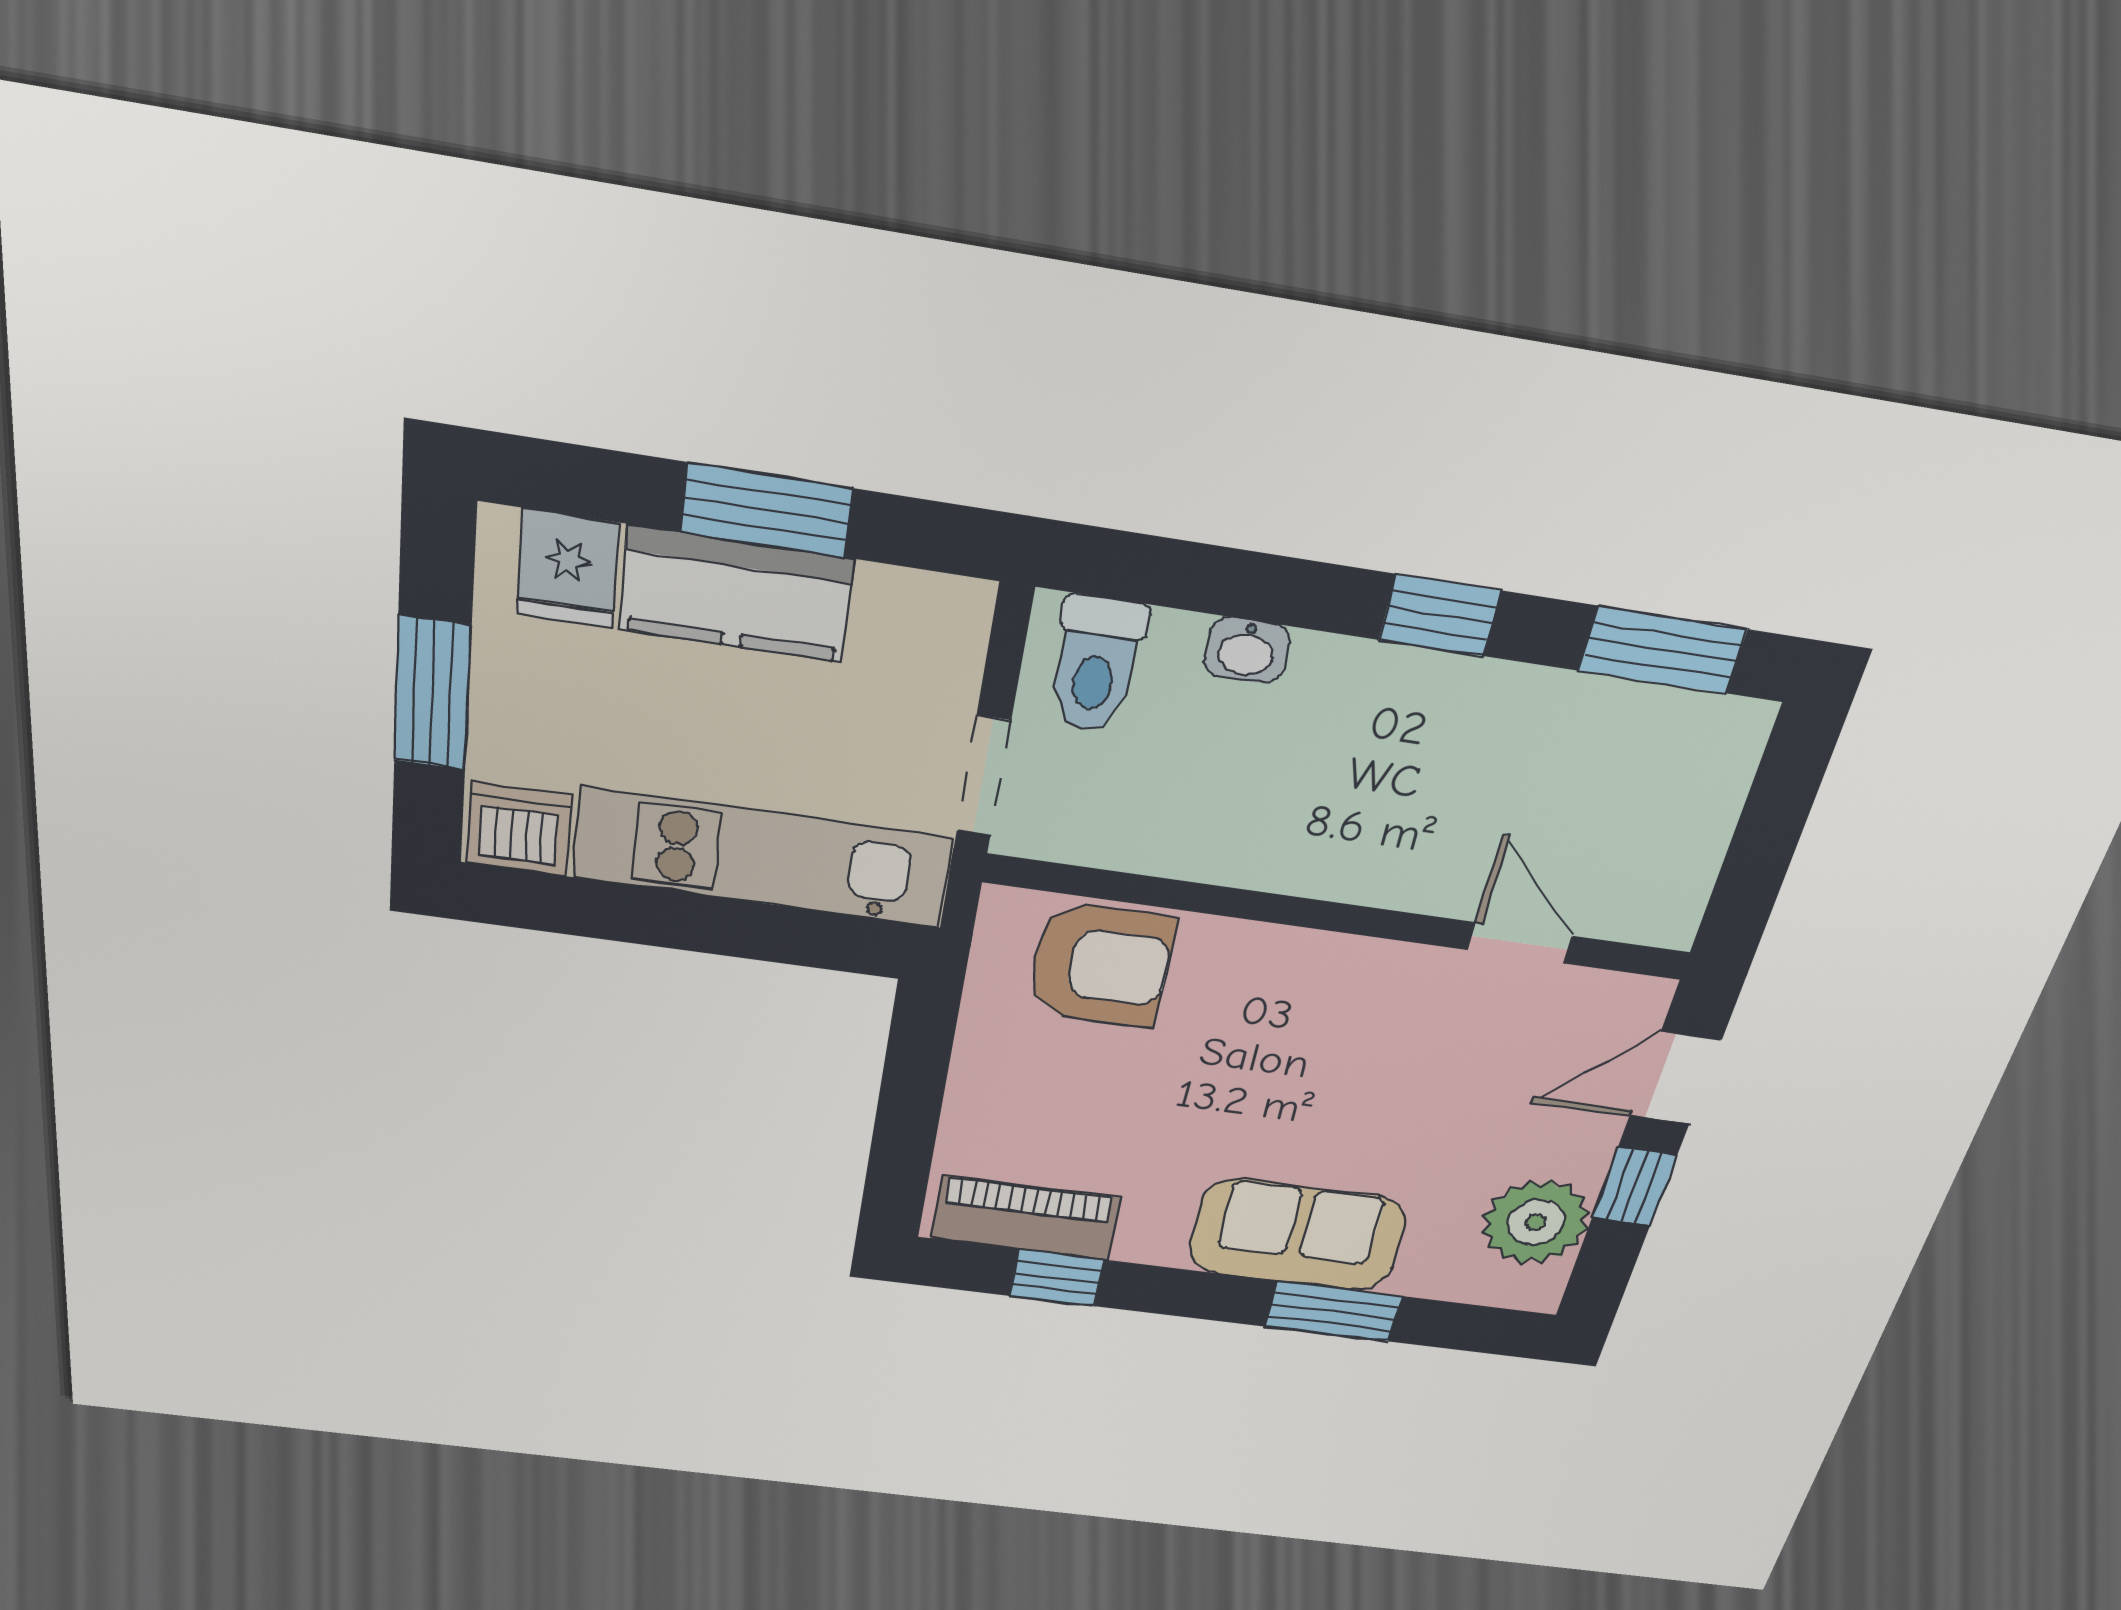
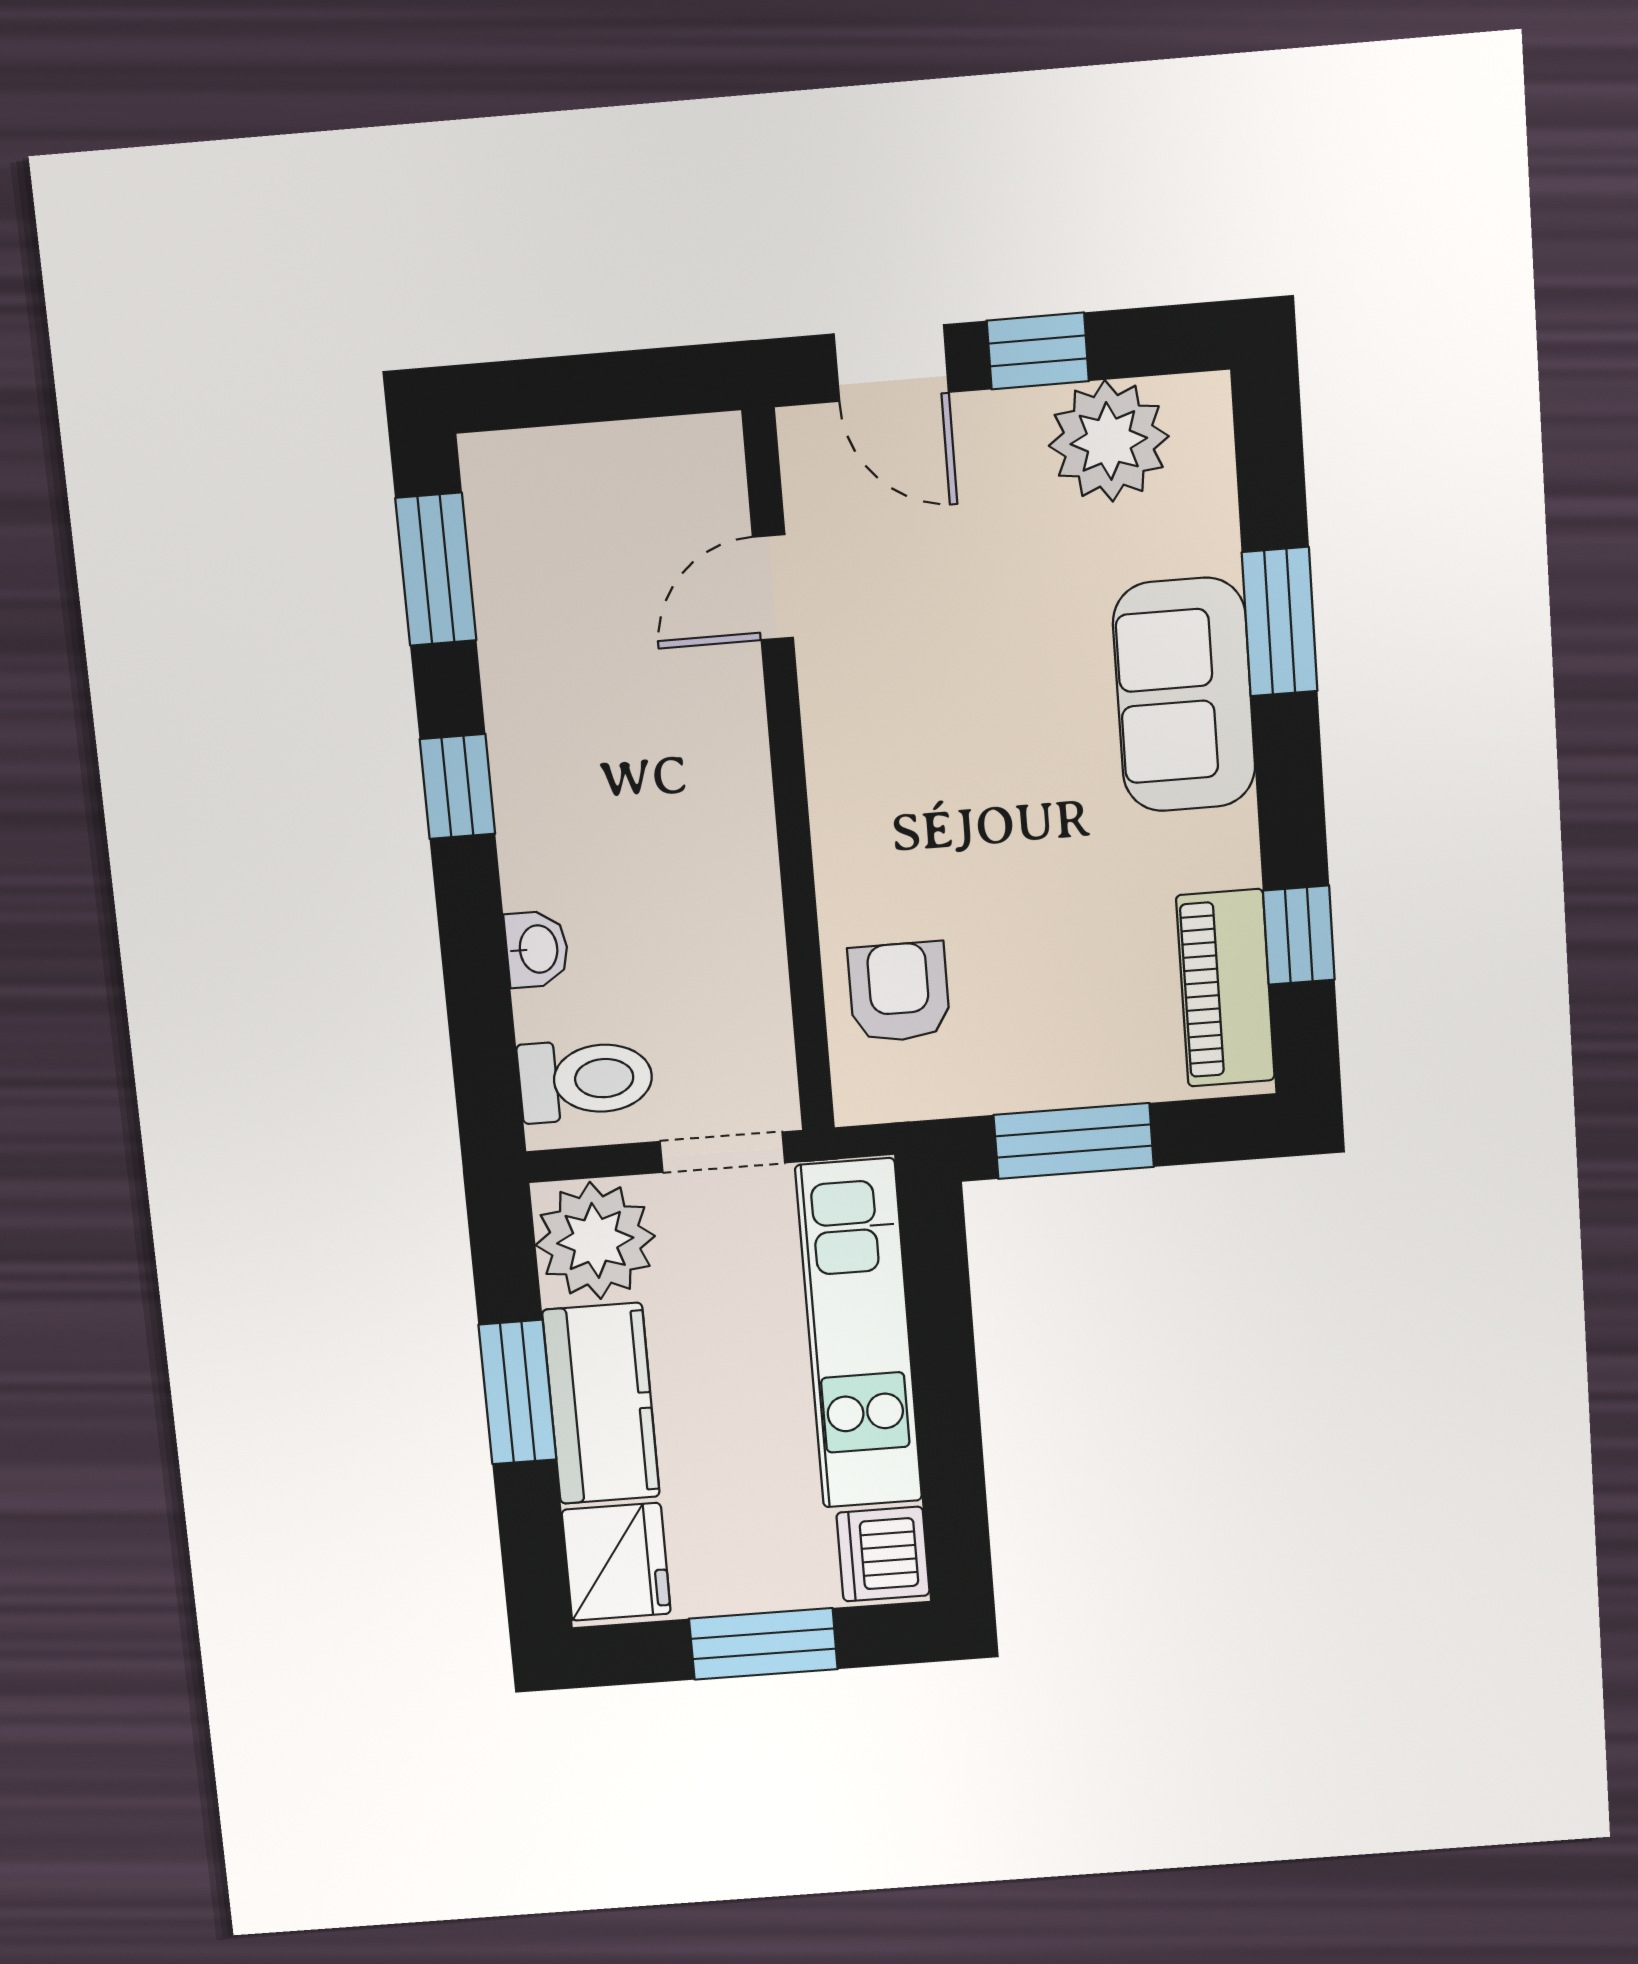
fridge: (568, 569) -> (616, 1562), width x1.38
plant: (920, 632) -> (595, 1240), added
armchair: (1100, 965) -> (899, 992), width x0.72, depth x0.72
window: (914, 1077) -> (1074, 1141), added

